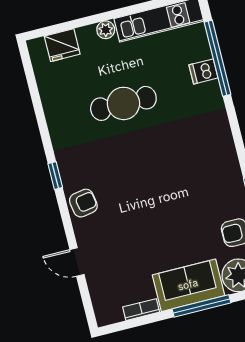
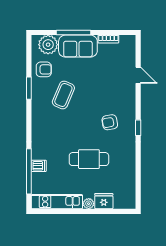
fridge: (62, 45) -> (104, 201), moved
coffee table: (192, 199) -> (63, 95), added
armchair: (83, 203) -> (110, 122), moved

